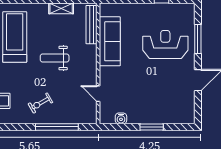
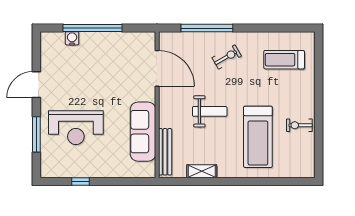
door: (98, 94) -> (157, 68), width x1.88
water cooler: (121, 118) -> (72, 38), moved
window: (152, 127) -> (92, 28), width x2.11

